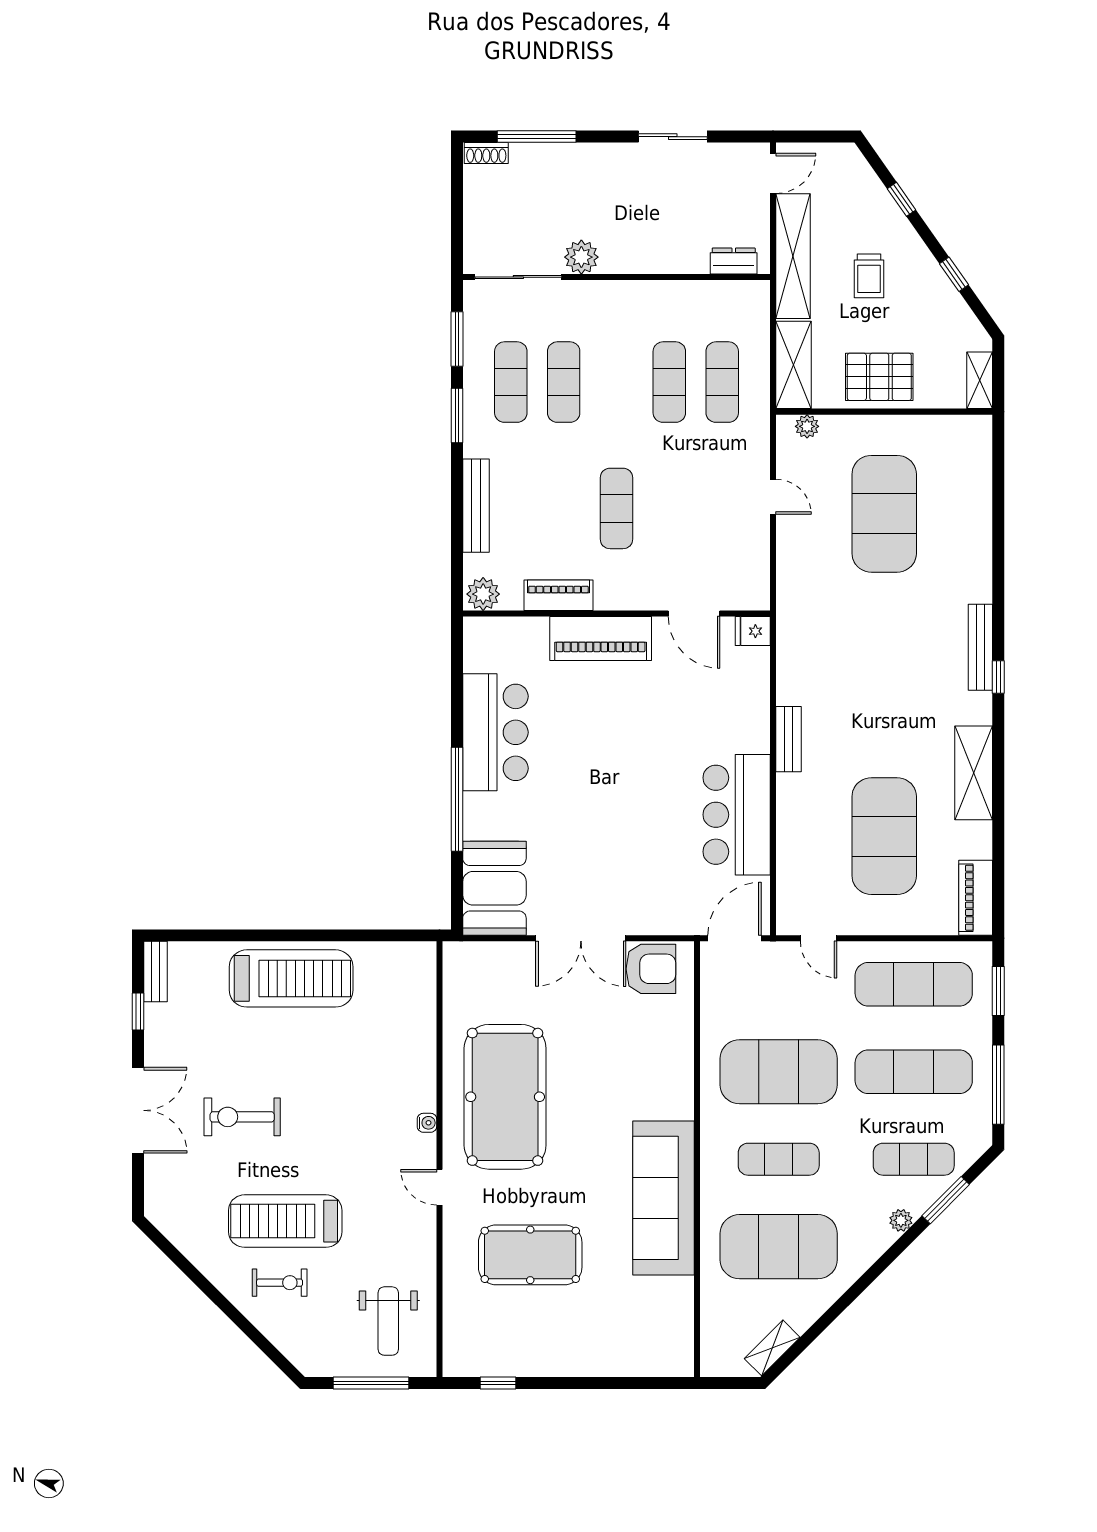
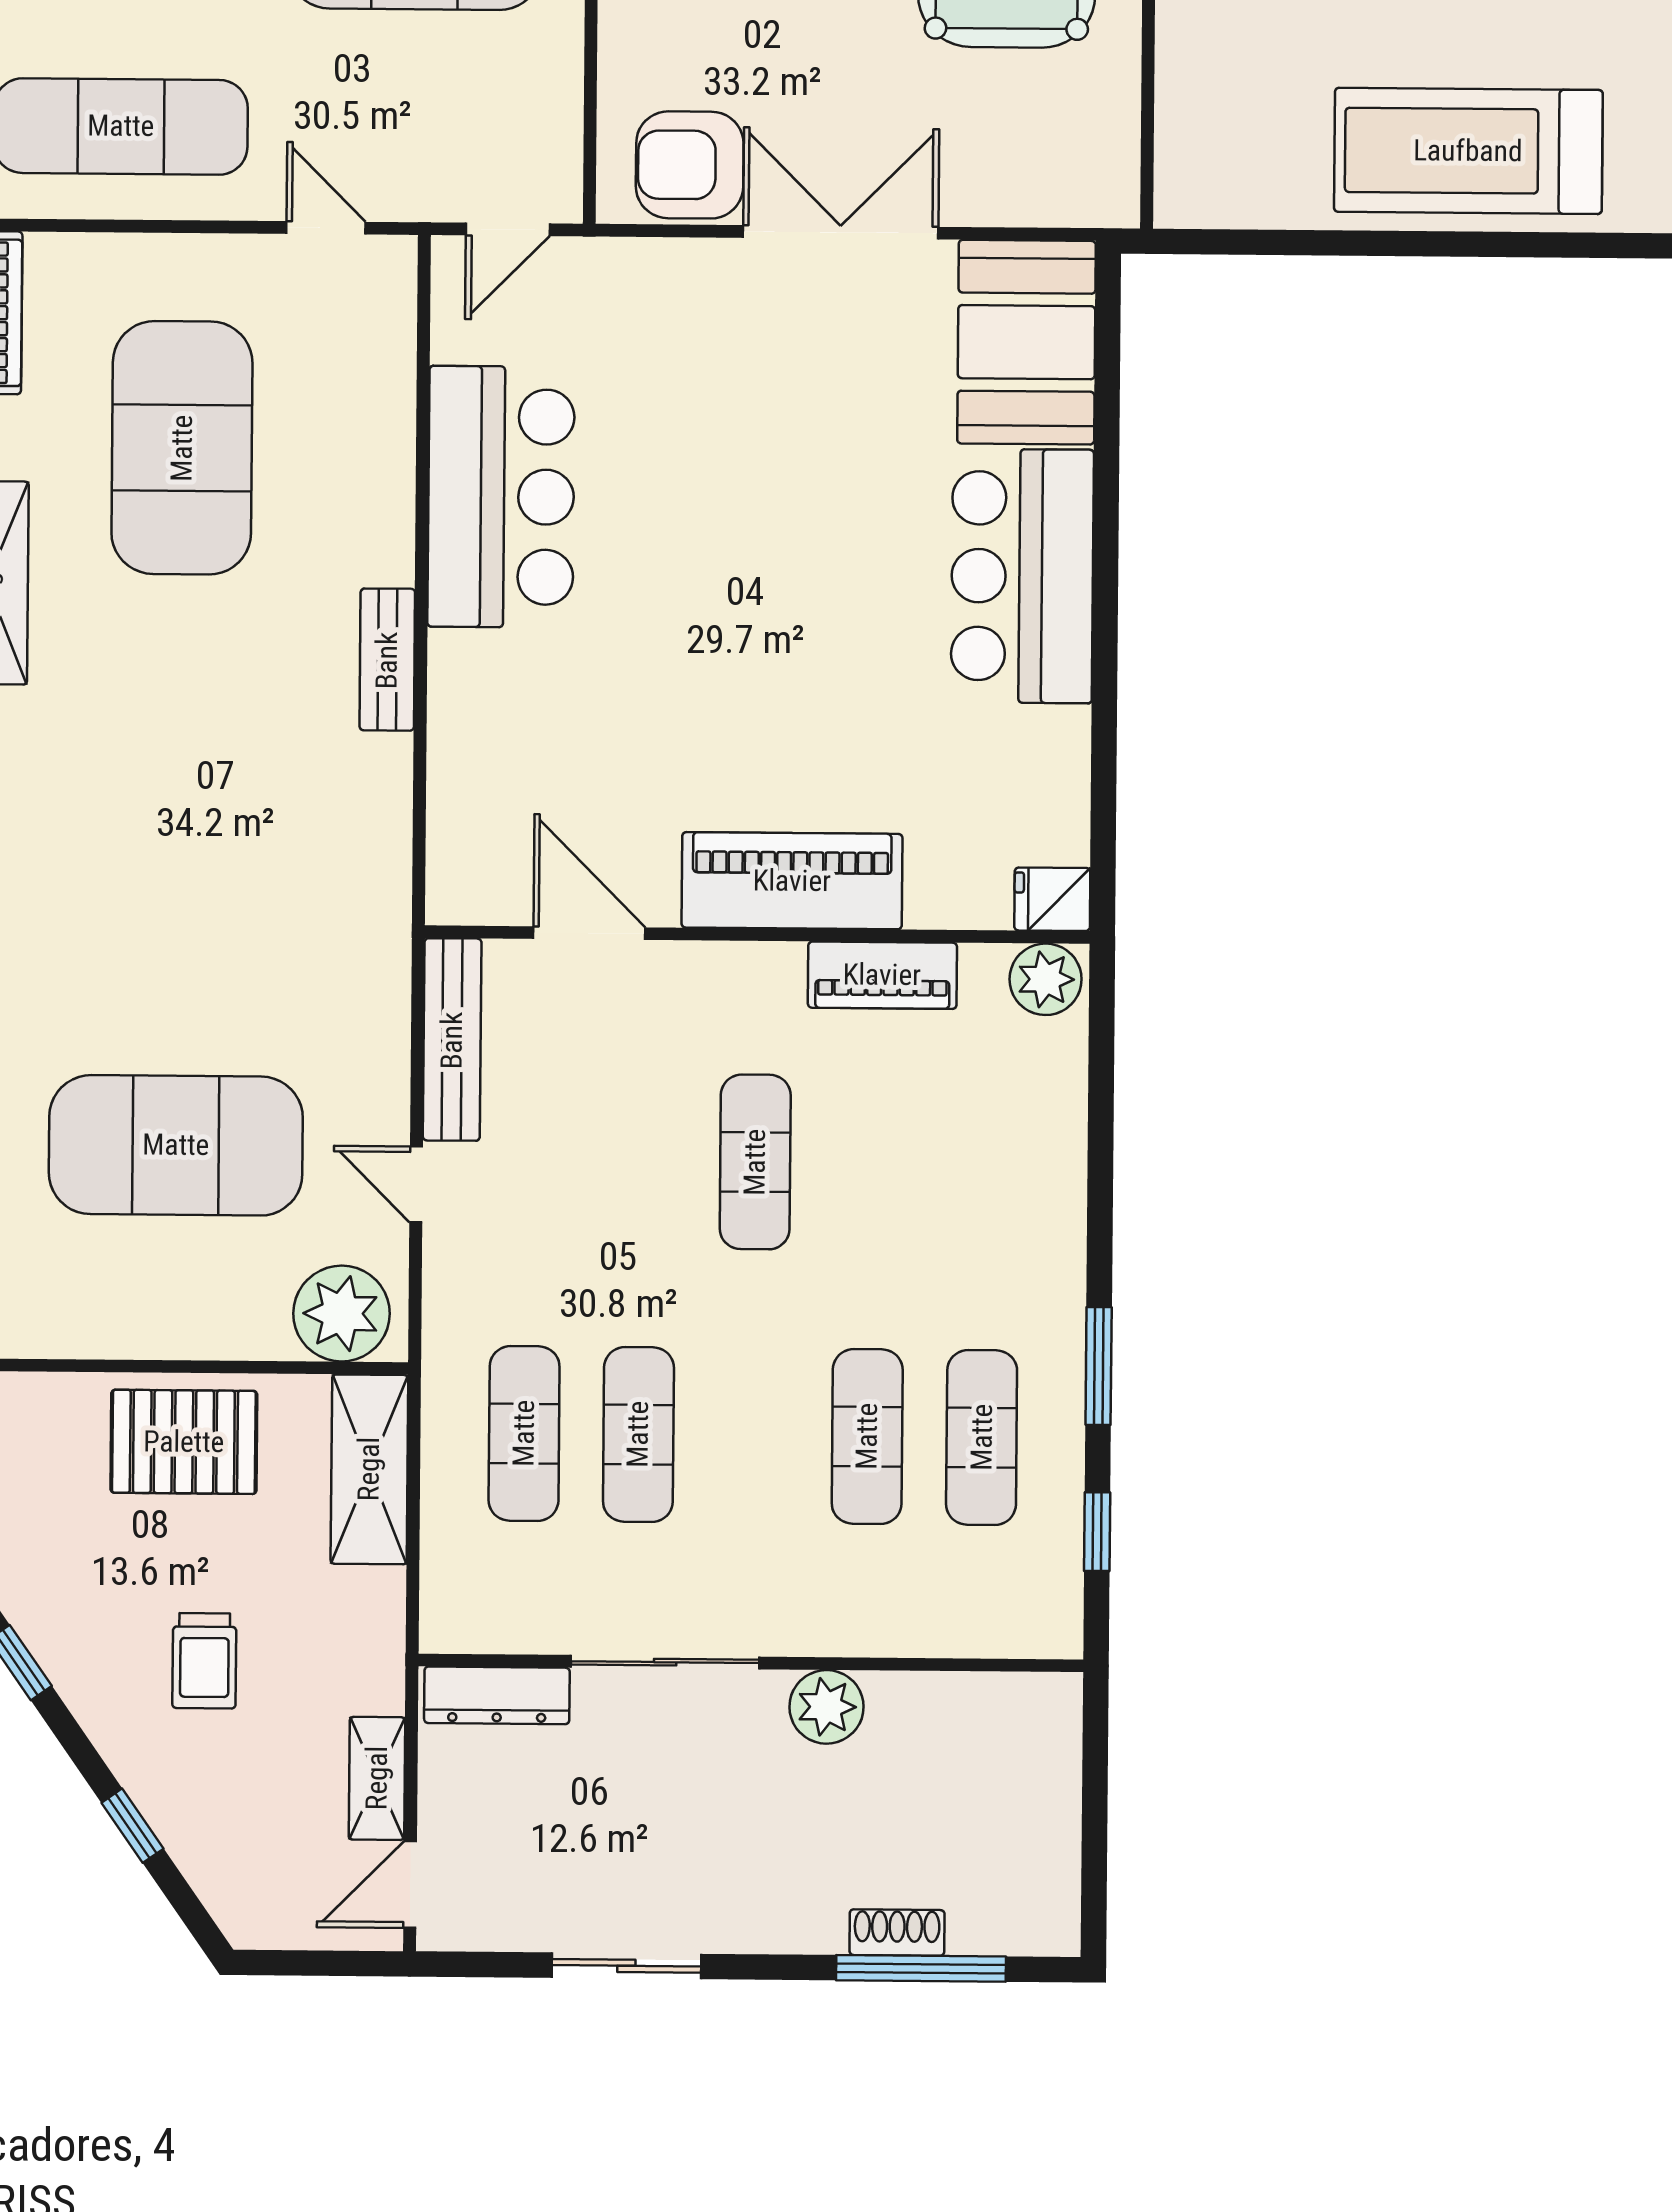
shoe rack: (486, 153) -> (897, 1933), moved
shelving: (793, 256) -> (377, 1778), width x0.45, depth x0.75
dresser: (734, 261) -> (497, 1695), width x1.44
trolley: (869, 276) -> (204, 1661), turned 180
sliding door: (518, 277) -> (665, 1662), moved
window: (457, 339) -> (1097, 1532), width x0.67
plant: (807, 426) -> (342, 1314), width x1.88, depth x1.88
bench: (476, 506) -> (452, 1040), moved
exercise mat: (884, 514) -> (176, 1145), turned 90
fridge: (753, 631) -> (1052, 899), moved, turned 180
bar counter: (495, 732) -> (1022, 576), moved
window: (457, 799) -> (1106, 536), removed
door: (735, 938) -> (508, 229), width x0.73

